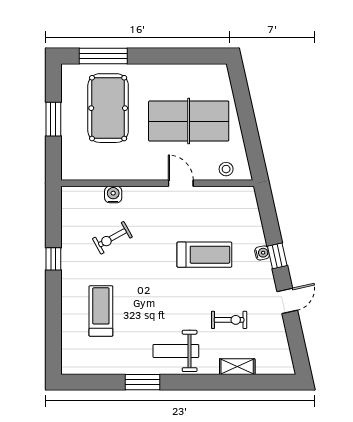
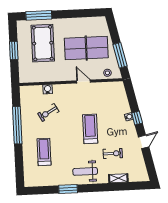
window: (251, 137) -> (120, 55), added
treadmill: (204, 255) -> (90, 129), moved, turned -90
window: (53, 259) -> (17, 125), width x3.17

